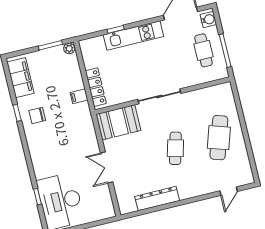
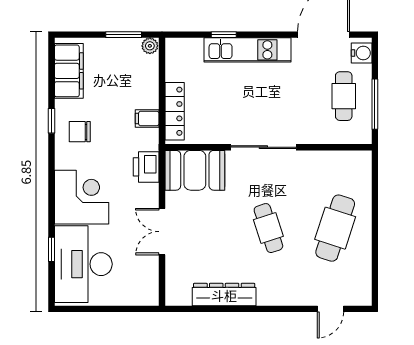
printer: (86, 128) -> (146, 167), added
cafe table: (175, 148) -> (268, 228), turned -33
corner desk: (49, 158) -> (82, 197), added

